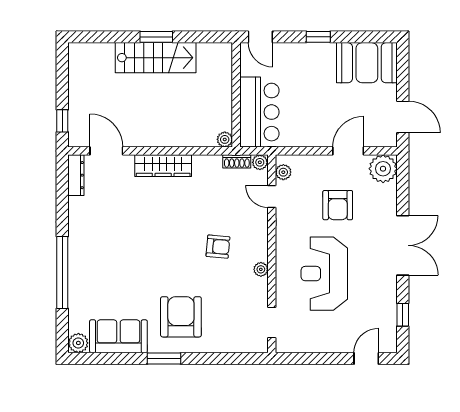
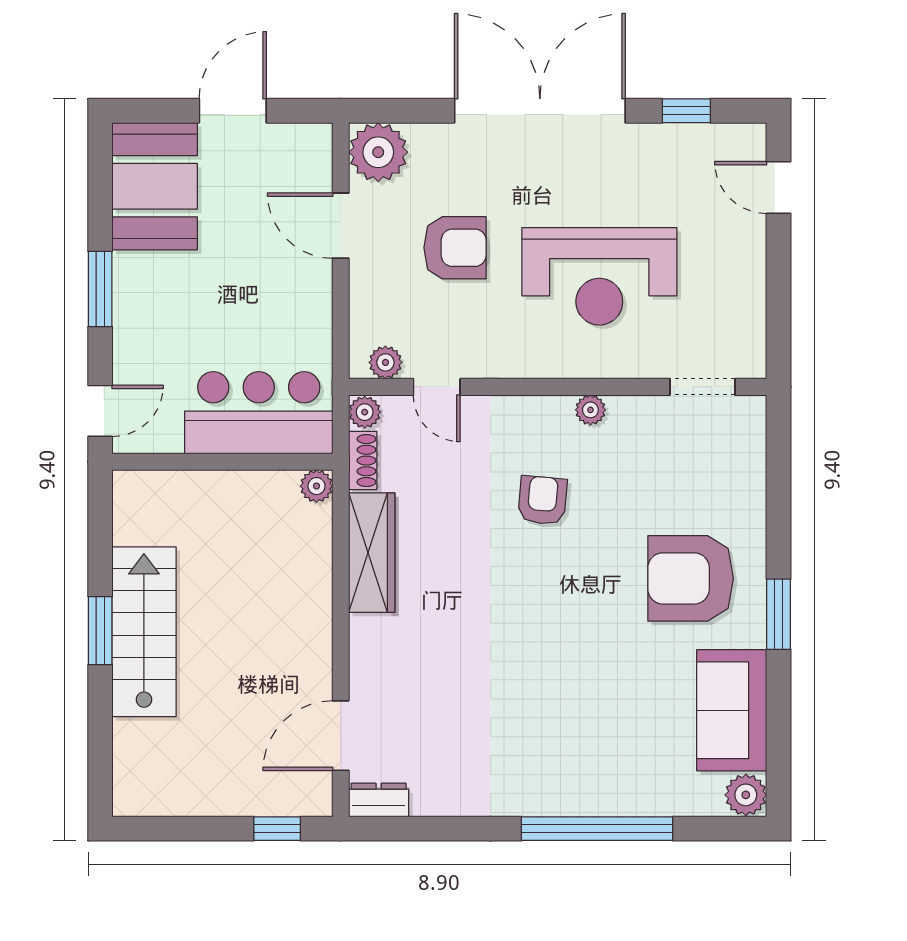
window: (318, 37) -> (100, 289), width x1.50
door: (403, 117) -> (233, 111), moved
wardrobe: (163, 166) -> (372, 553), moved
dresser: (76, 175) -> (379, 800), width x0.70
door: (272, 196) -> (437, 387), hinge flipped
double door: (403, 245) -> (540, 111), width x1.36

